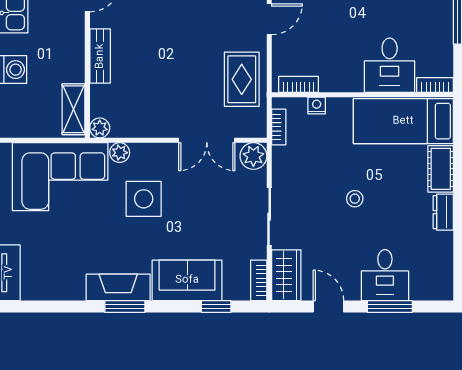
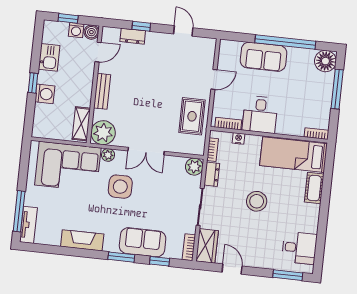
desk: (390, 65) -> (260, 114), moved
plant: (100, 128) -> (103, 133), width x1.88, depth x1.88
double door: (207, 140) -> (146, 151), moved
stool: (355, 199) -> (257, 201), width x1.89, depth x1.89
dresser: (443, 212) -> (212, 174), moved, turned 180
desk: (385, 275) -> (299, 248), moved, turned -90
fireplace: (118, 287) -> (82, 240), moved
window: (125, 306) -> (121, 257), moved
window: (390, 306) -> (288, 275), moved

